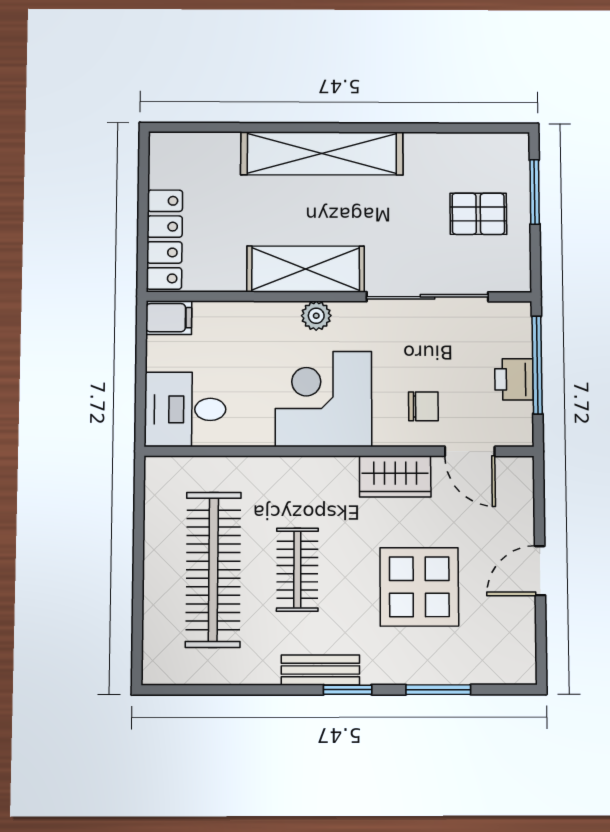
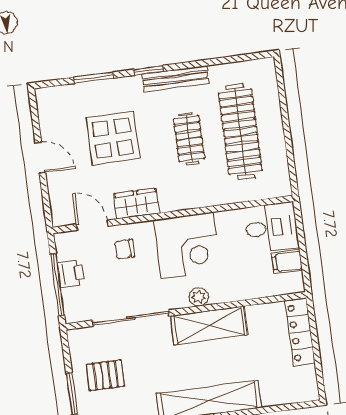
filing cabinet: (169, 318) -> (287, 262), moved
door: (540, 571) -> (40, 158), hinge flipped
bench: (320, 670) -> (175, 79), width x1.36

